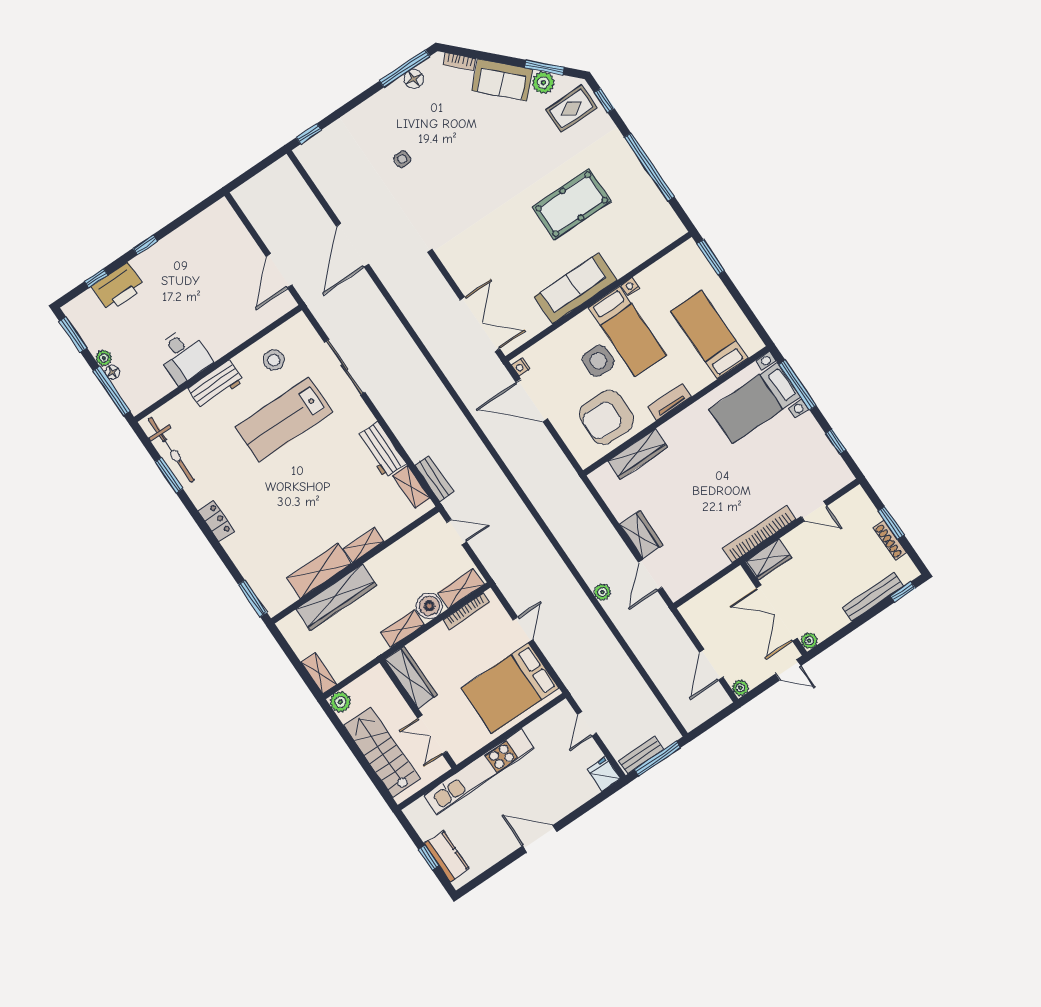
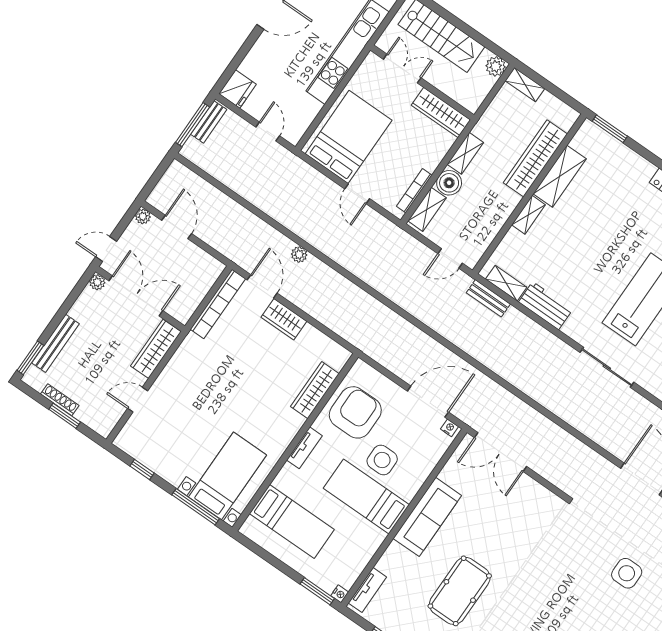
side table: (402, 159) -> (627, 573), width x1.87, depth x1.87
tv unit: (661, 240) -> (367, 590), added
nightstand: (630, 287) -> (340, 594), moved
bookcase: (759, 534) -> (218, 304), moved
wardrobe: (769, 559) -> (156, 349), width x1.50
window: (903, 592) -> (30, 358), width x1.50
fridge: (604, 774) -> (238, 89), width x1.38

